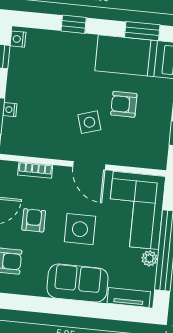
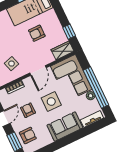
side table: (89, 122) -> (12, 64), moved
wardrobe: (148, 158) -> (63, 51), added
door: (89, 166) -> (38, 70), hinge flipped

